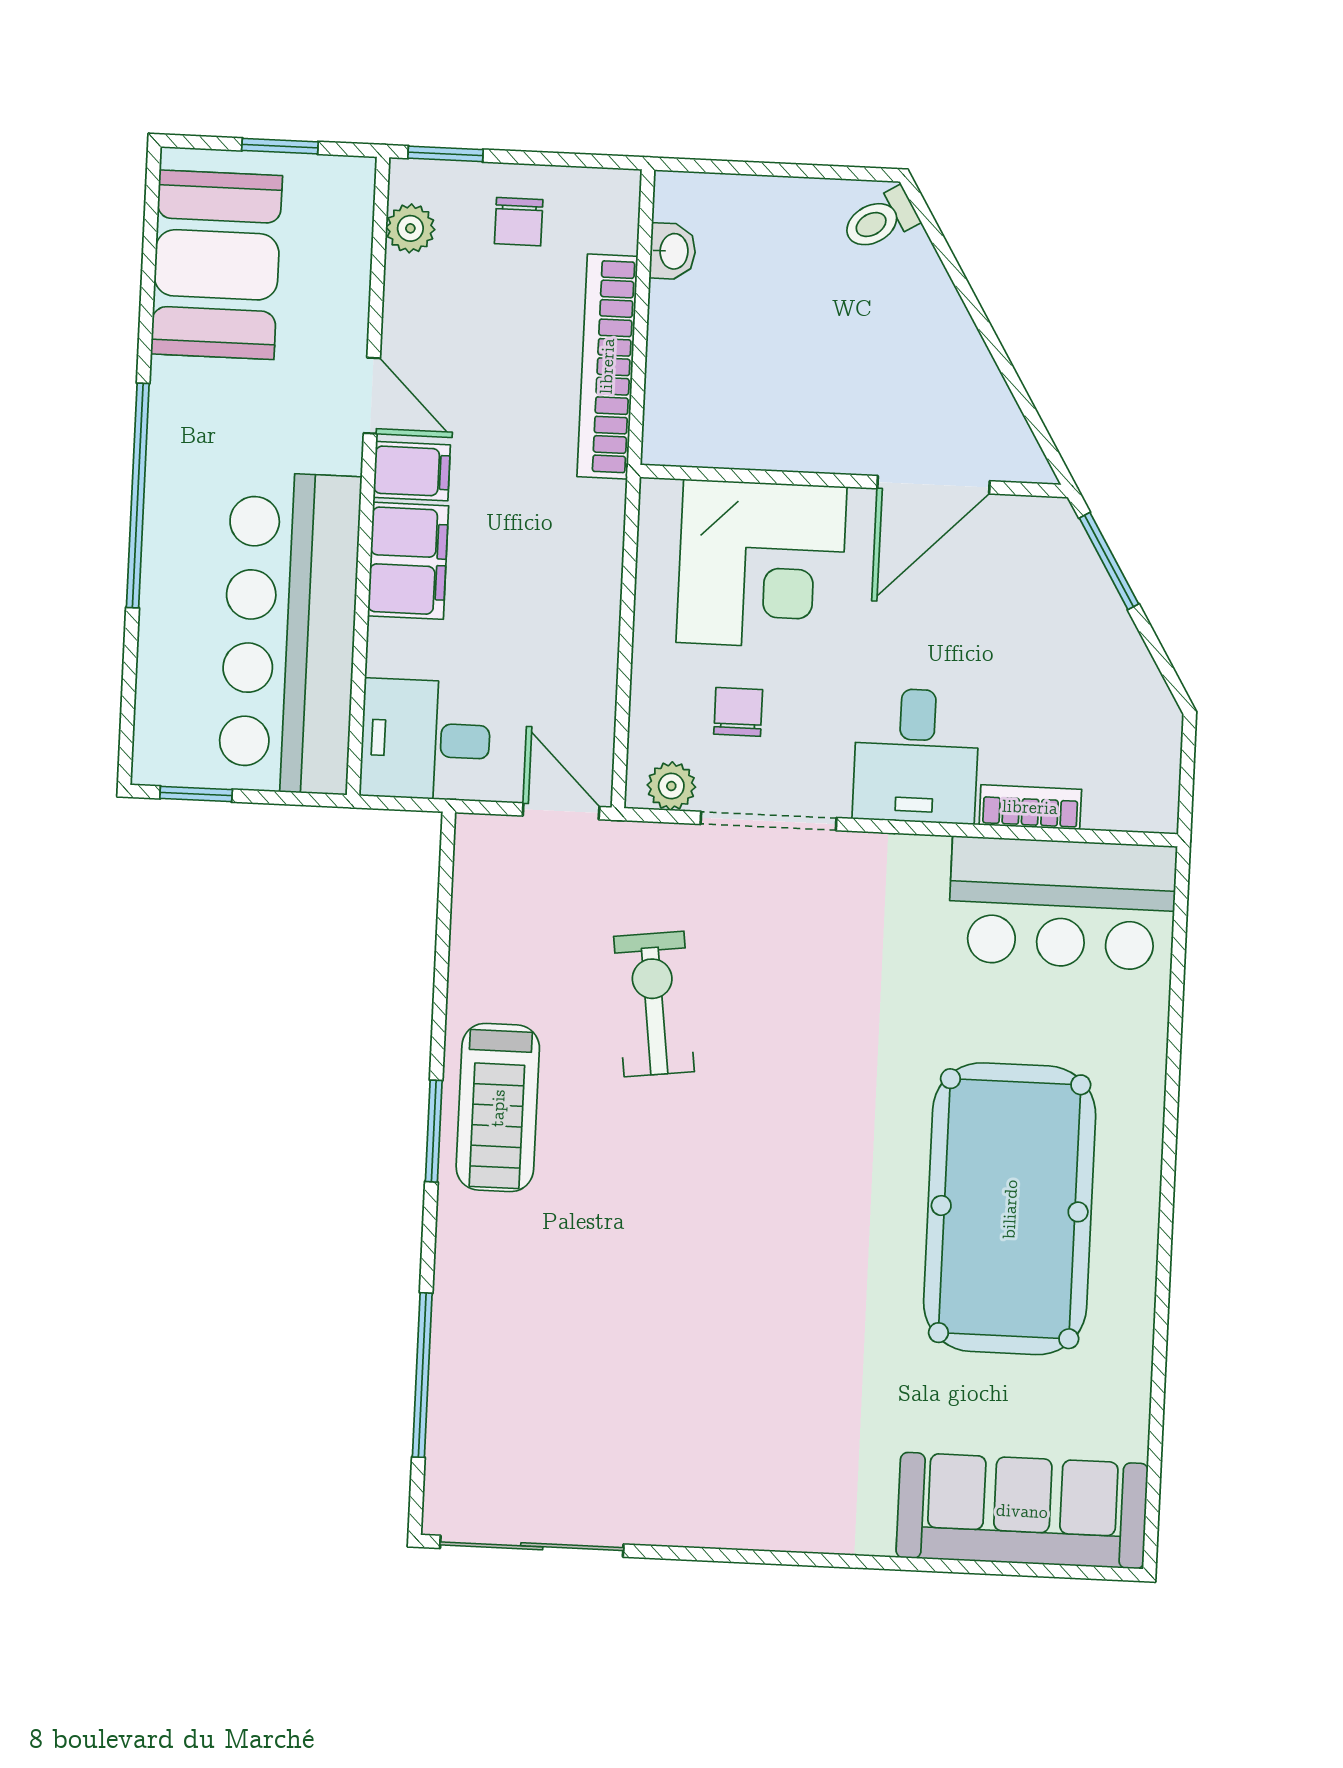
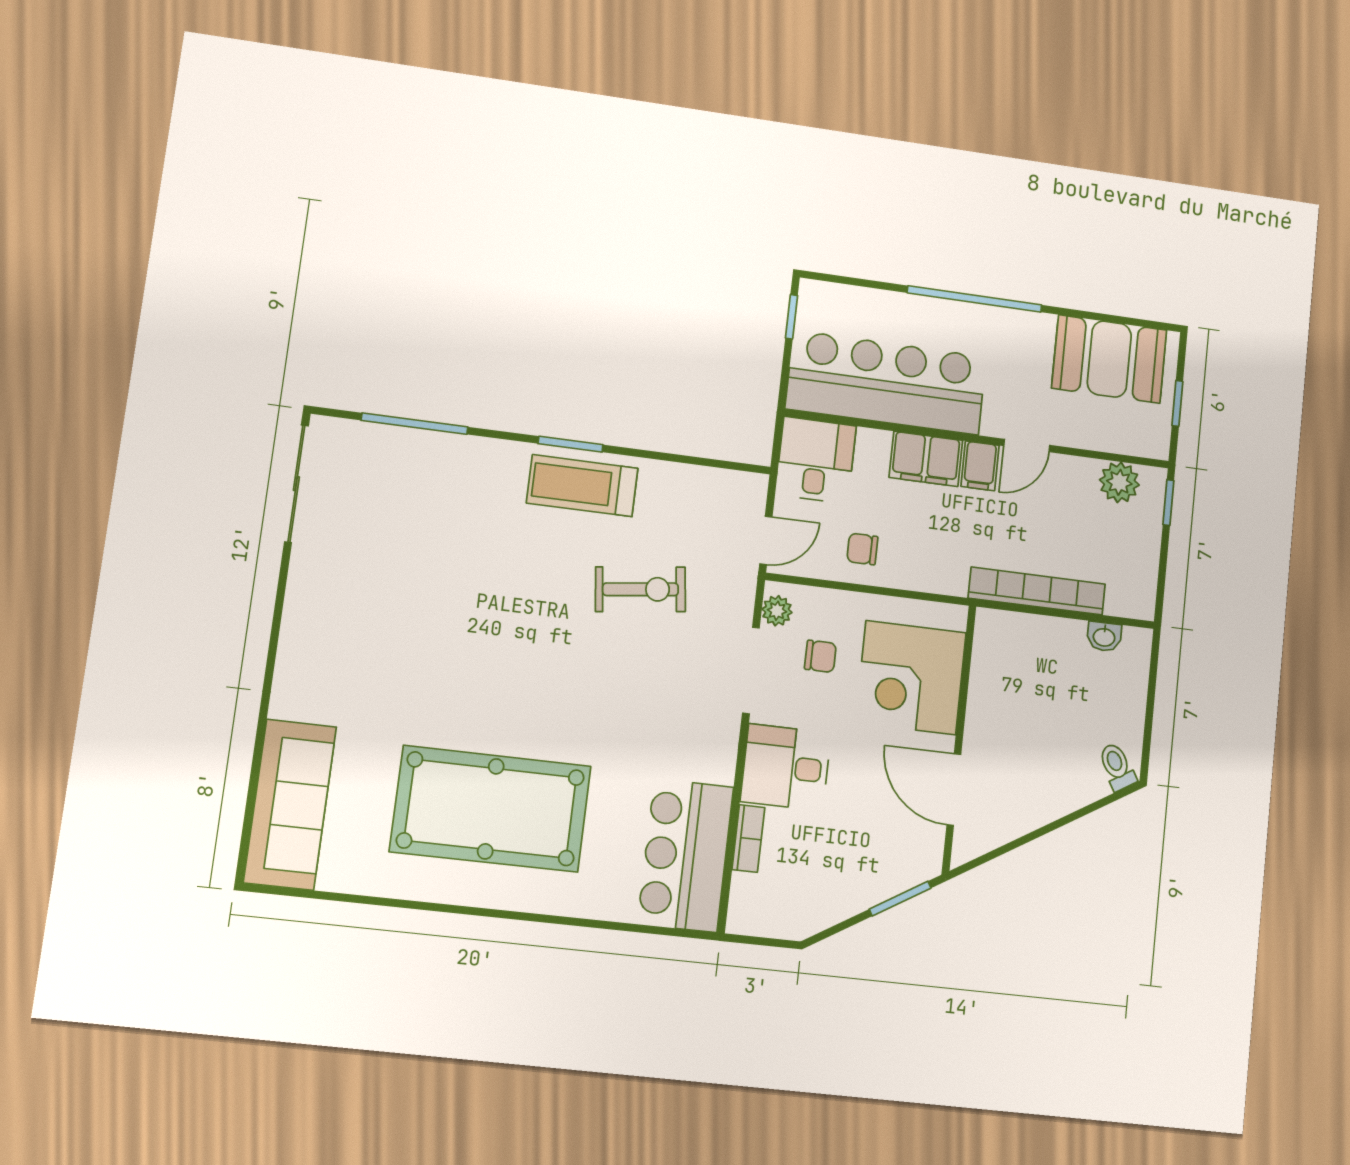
chair: (519, 222) -> (862, 549), moved
plant: (410, 228) -> (1119, 482), width x1.38, depth x1.38

